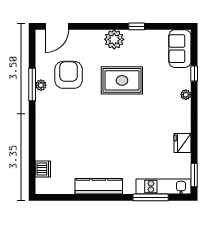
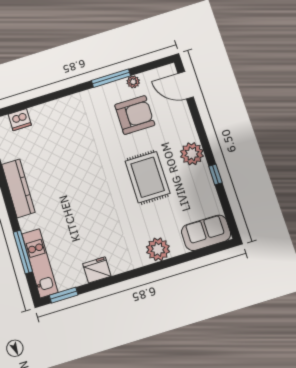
window: (194, 74) -> (182, 259), removed
plant: (41, 85) -> (133, 82), moved
plant: (186, 95) -> (158, 249), width x1.87, depth x1.87

